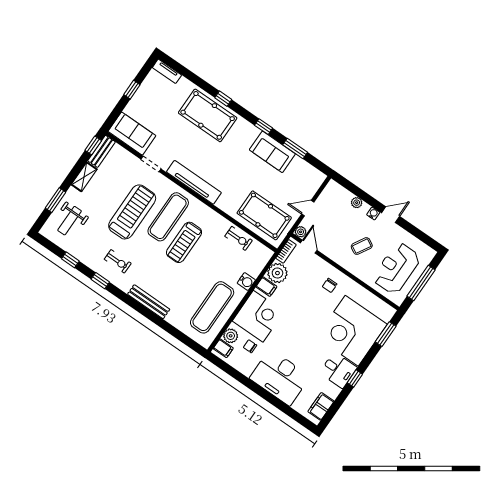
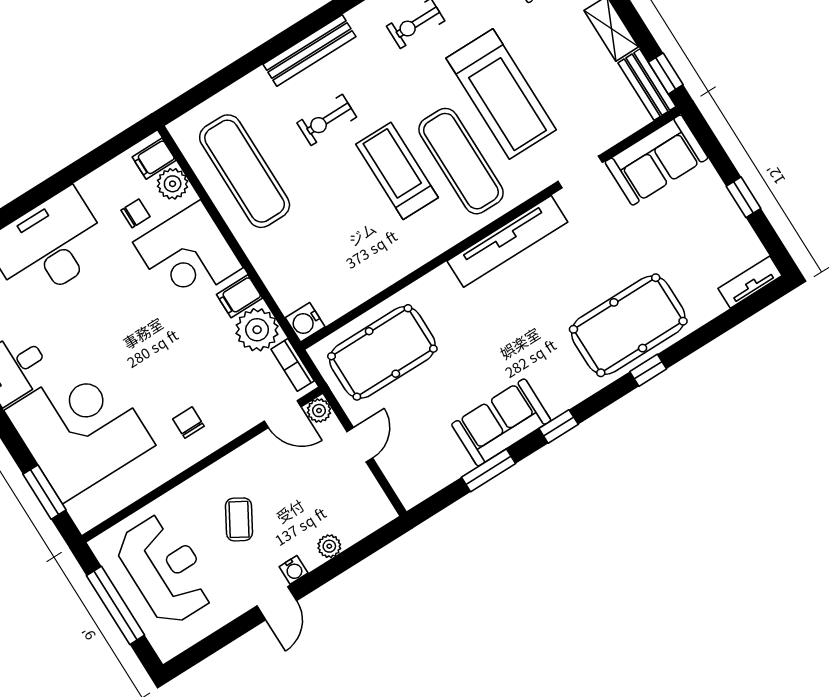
exercise bike: (239, 238) -> (327, 120), moved
water cooler: (246, 282) -> (305, 322), moved

